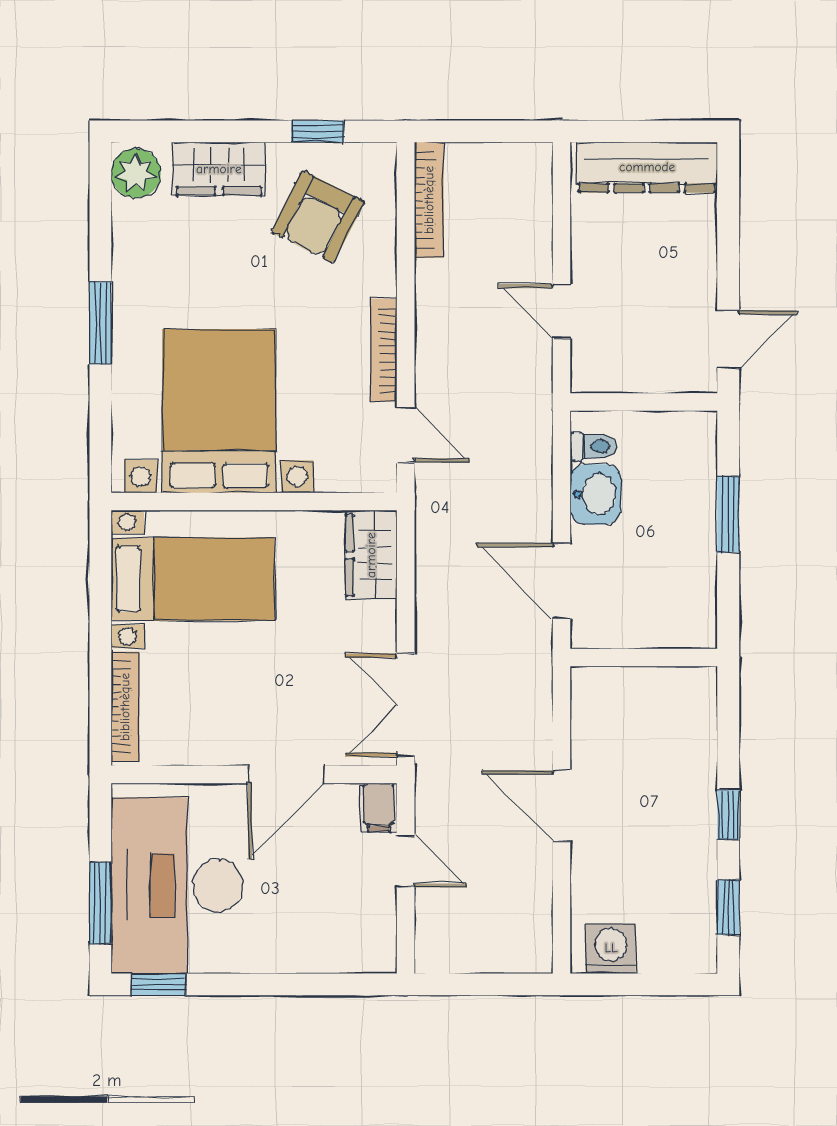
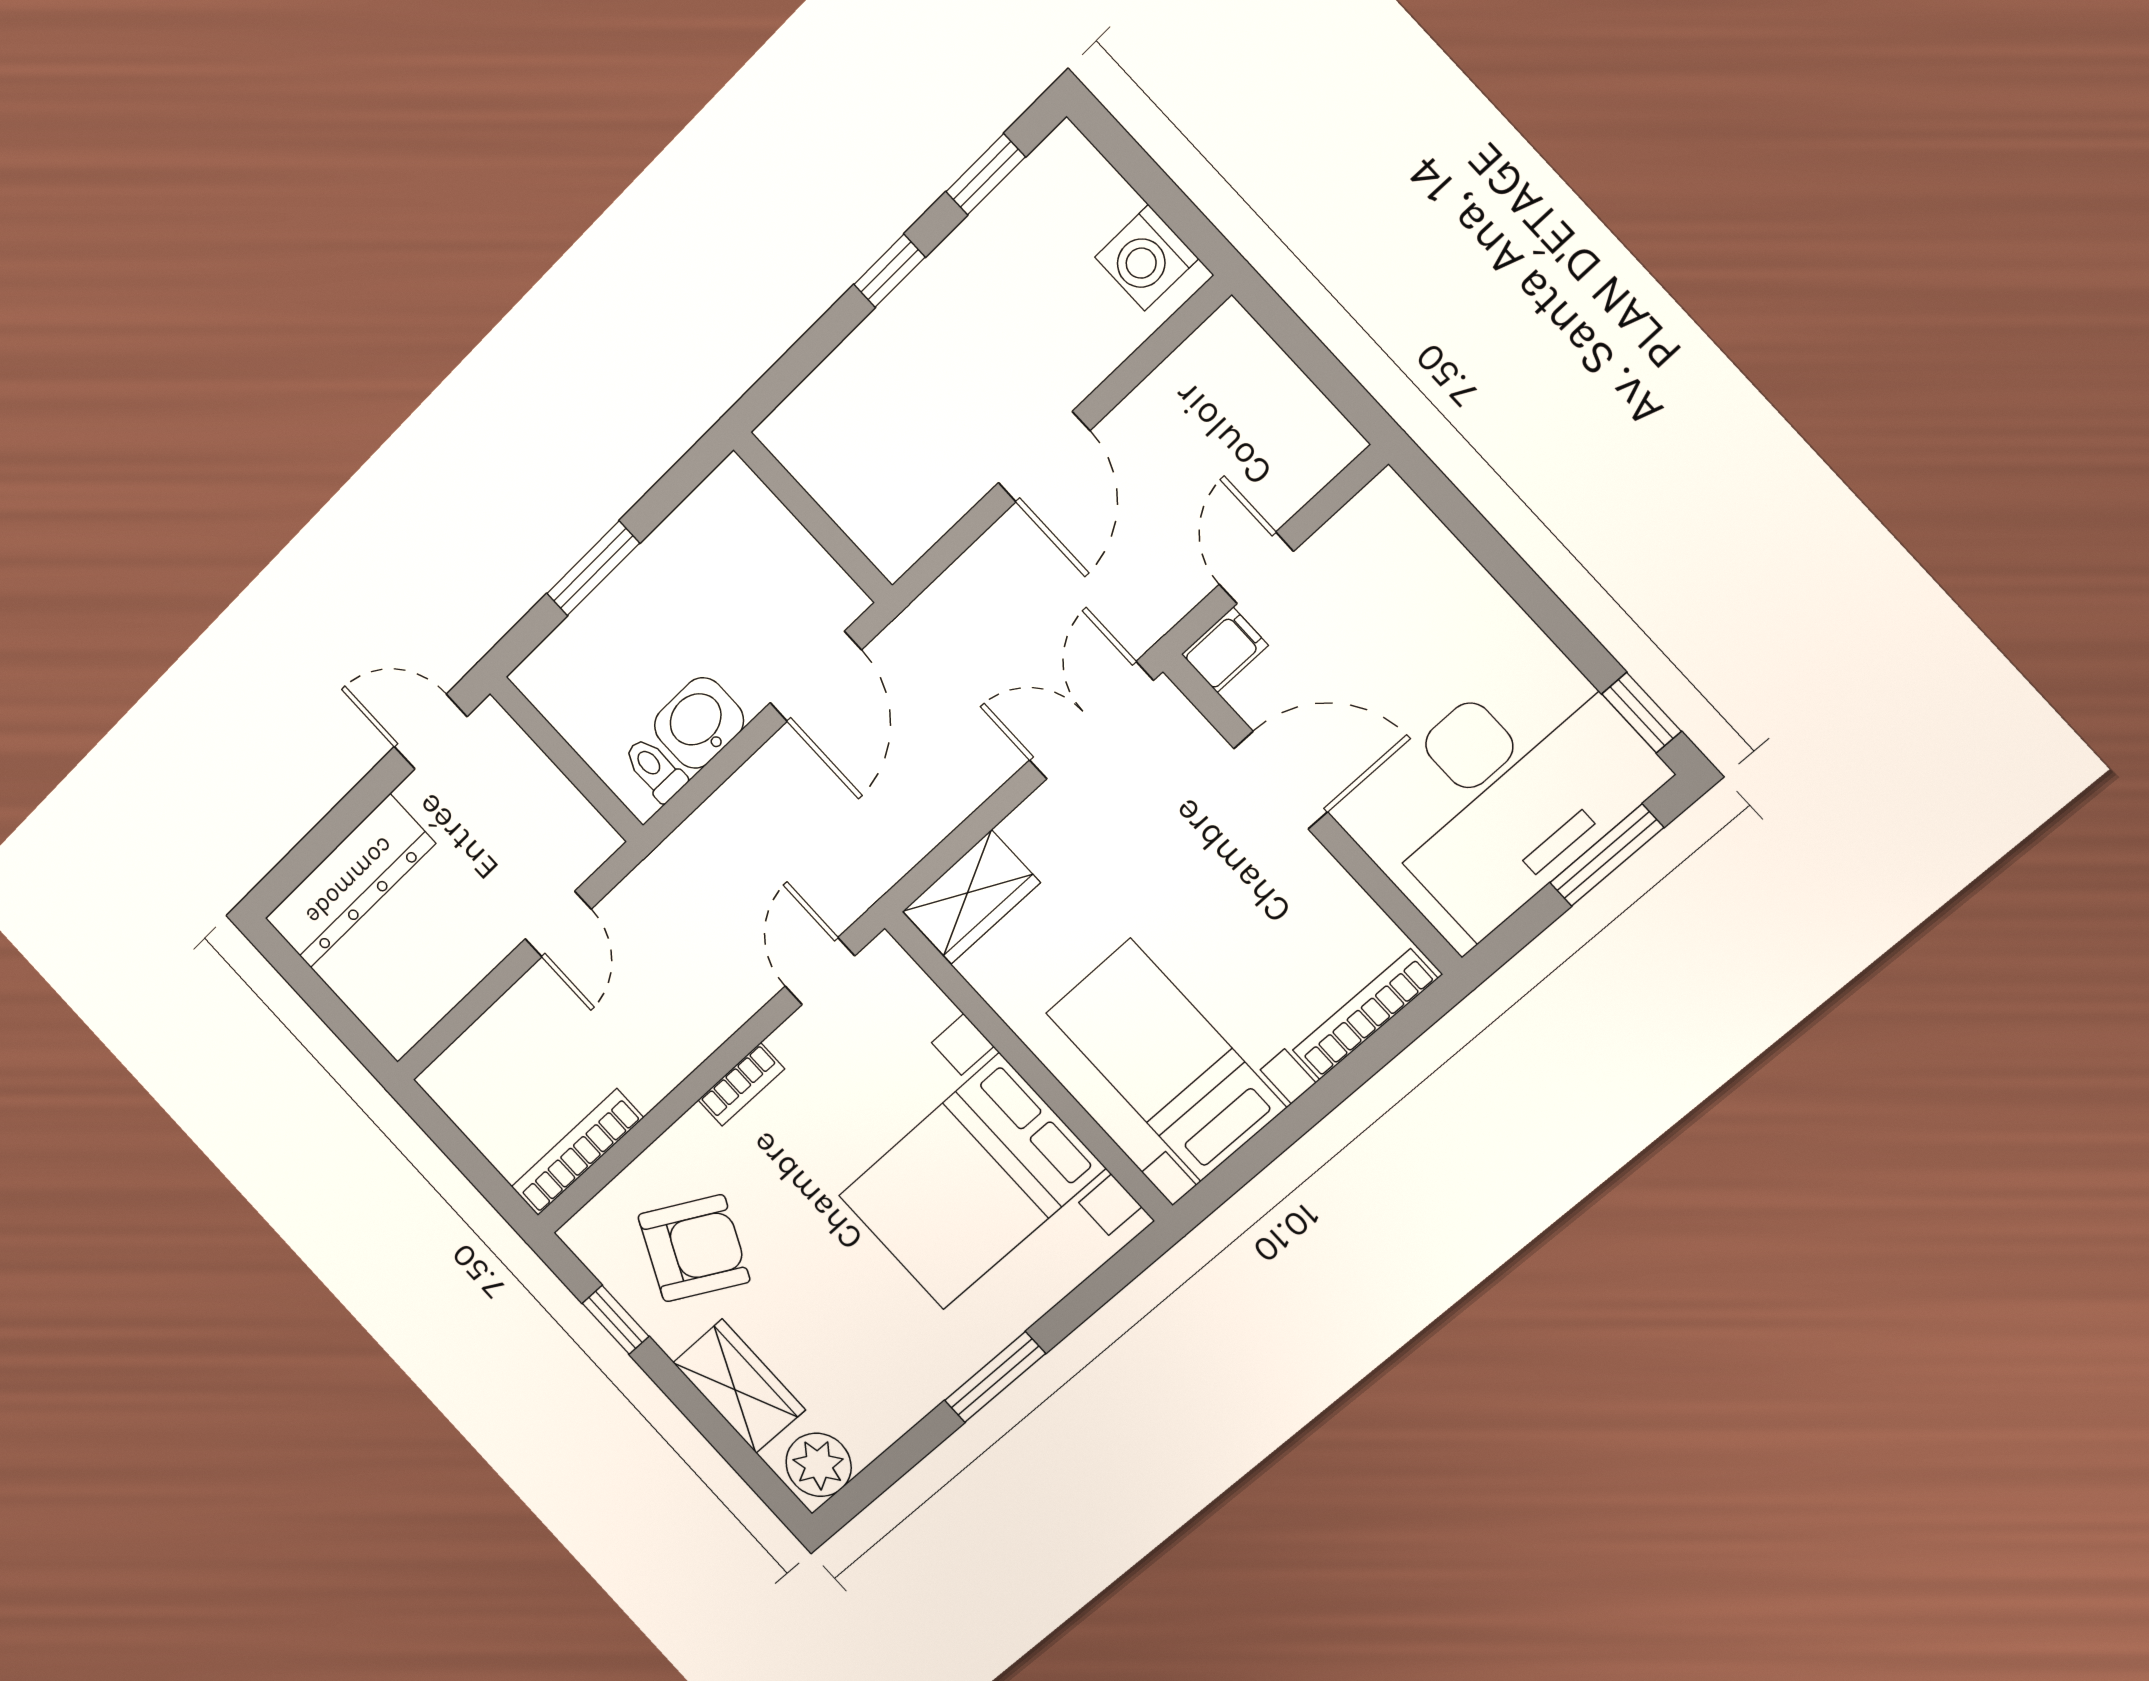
dresser: (647, 167) -> (350, 881), moved, turned 90
bookcase: (384, 350) -> (741, 1084), width x0.64
double door: (406, 705) -> (1091, 720), swing flipped

